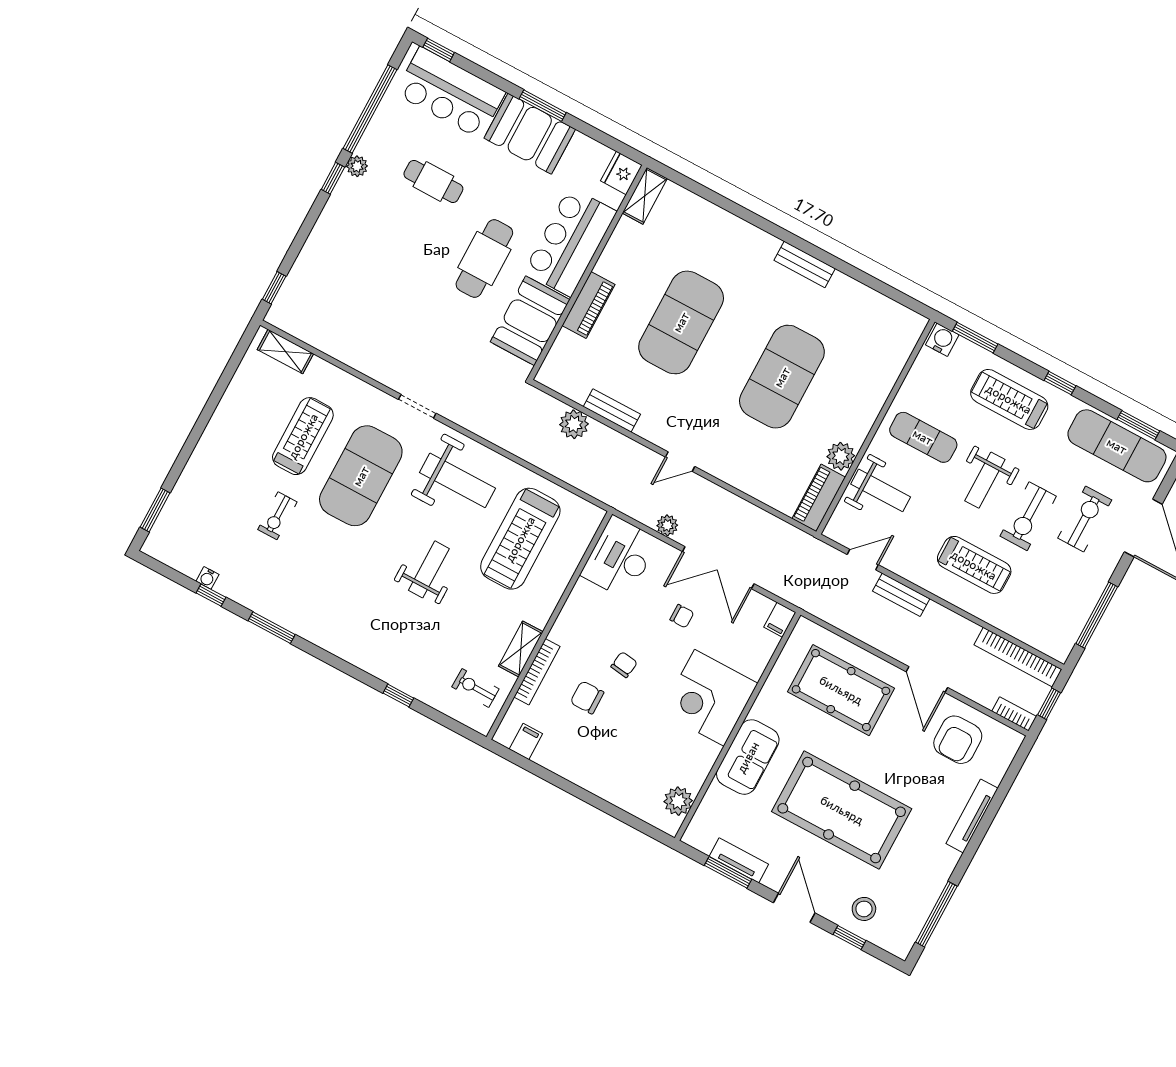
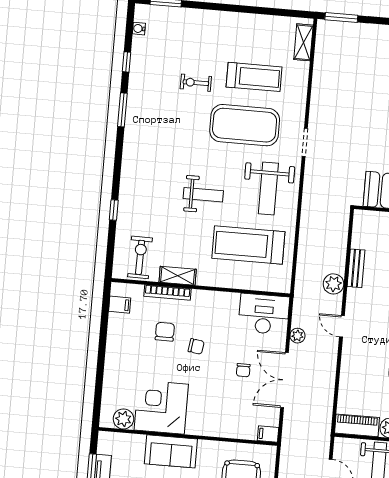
window: (274, 288) -> (341, 17), width x1.50
plant: (574, 424) -> (334, 284), moved
water cooler: (207, 578) -> (139, 29), moved
exercise bike: (475, 688) -> (140, 257), width x1.38, depth x1.39
corner desk: (709, 698) -> (161, 407), moved

